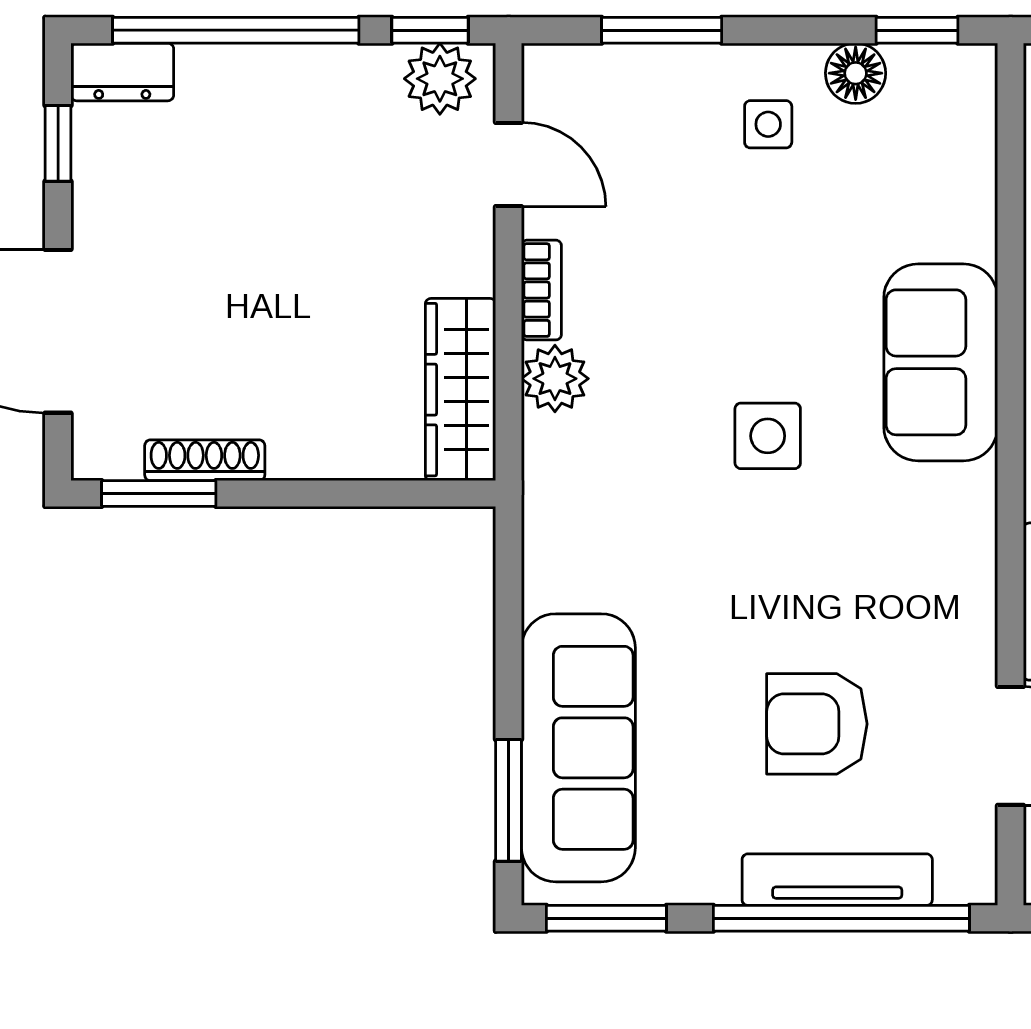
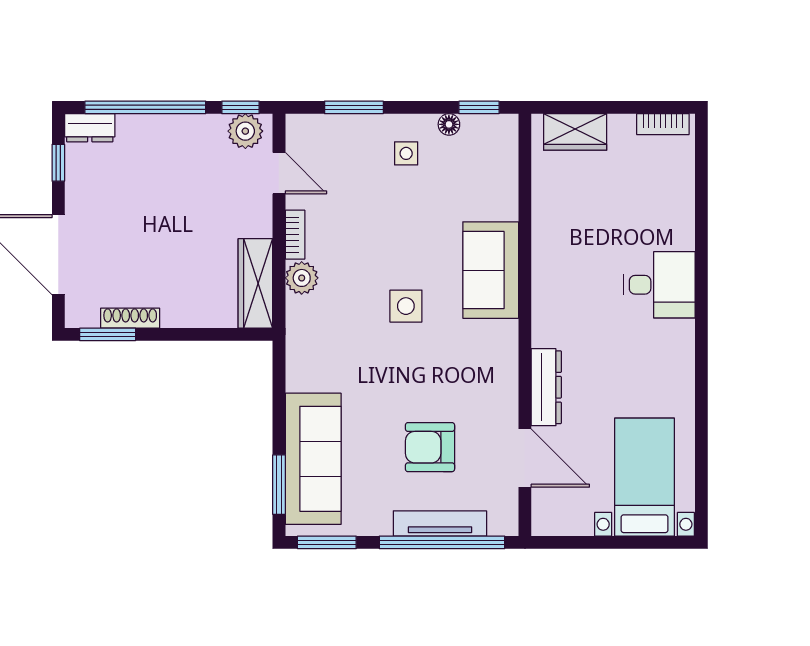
floor lamp: (856, 73) -> (449, 124), width x0.73, depth x0.73

